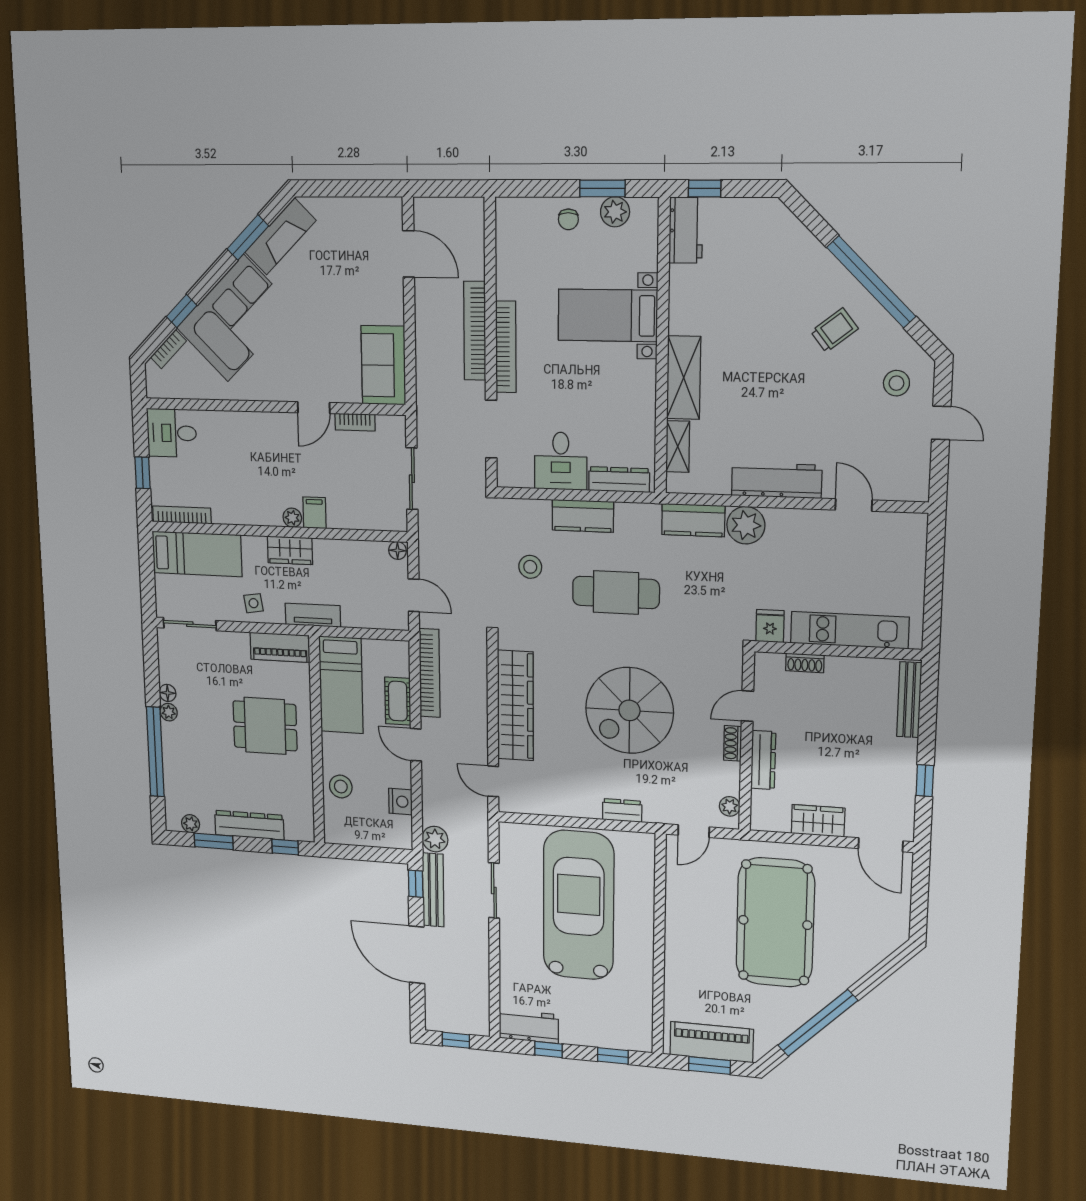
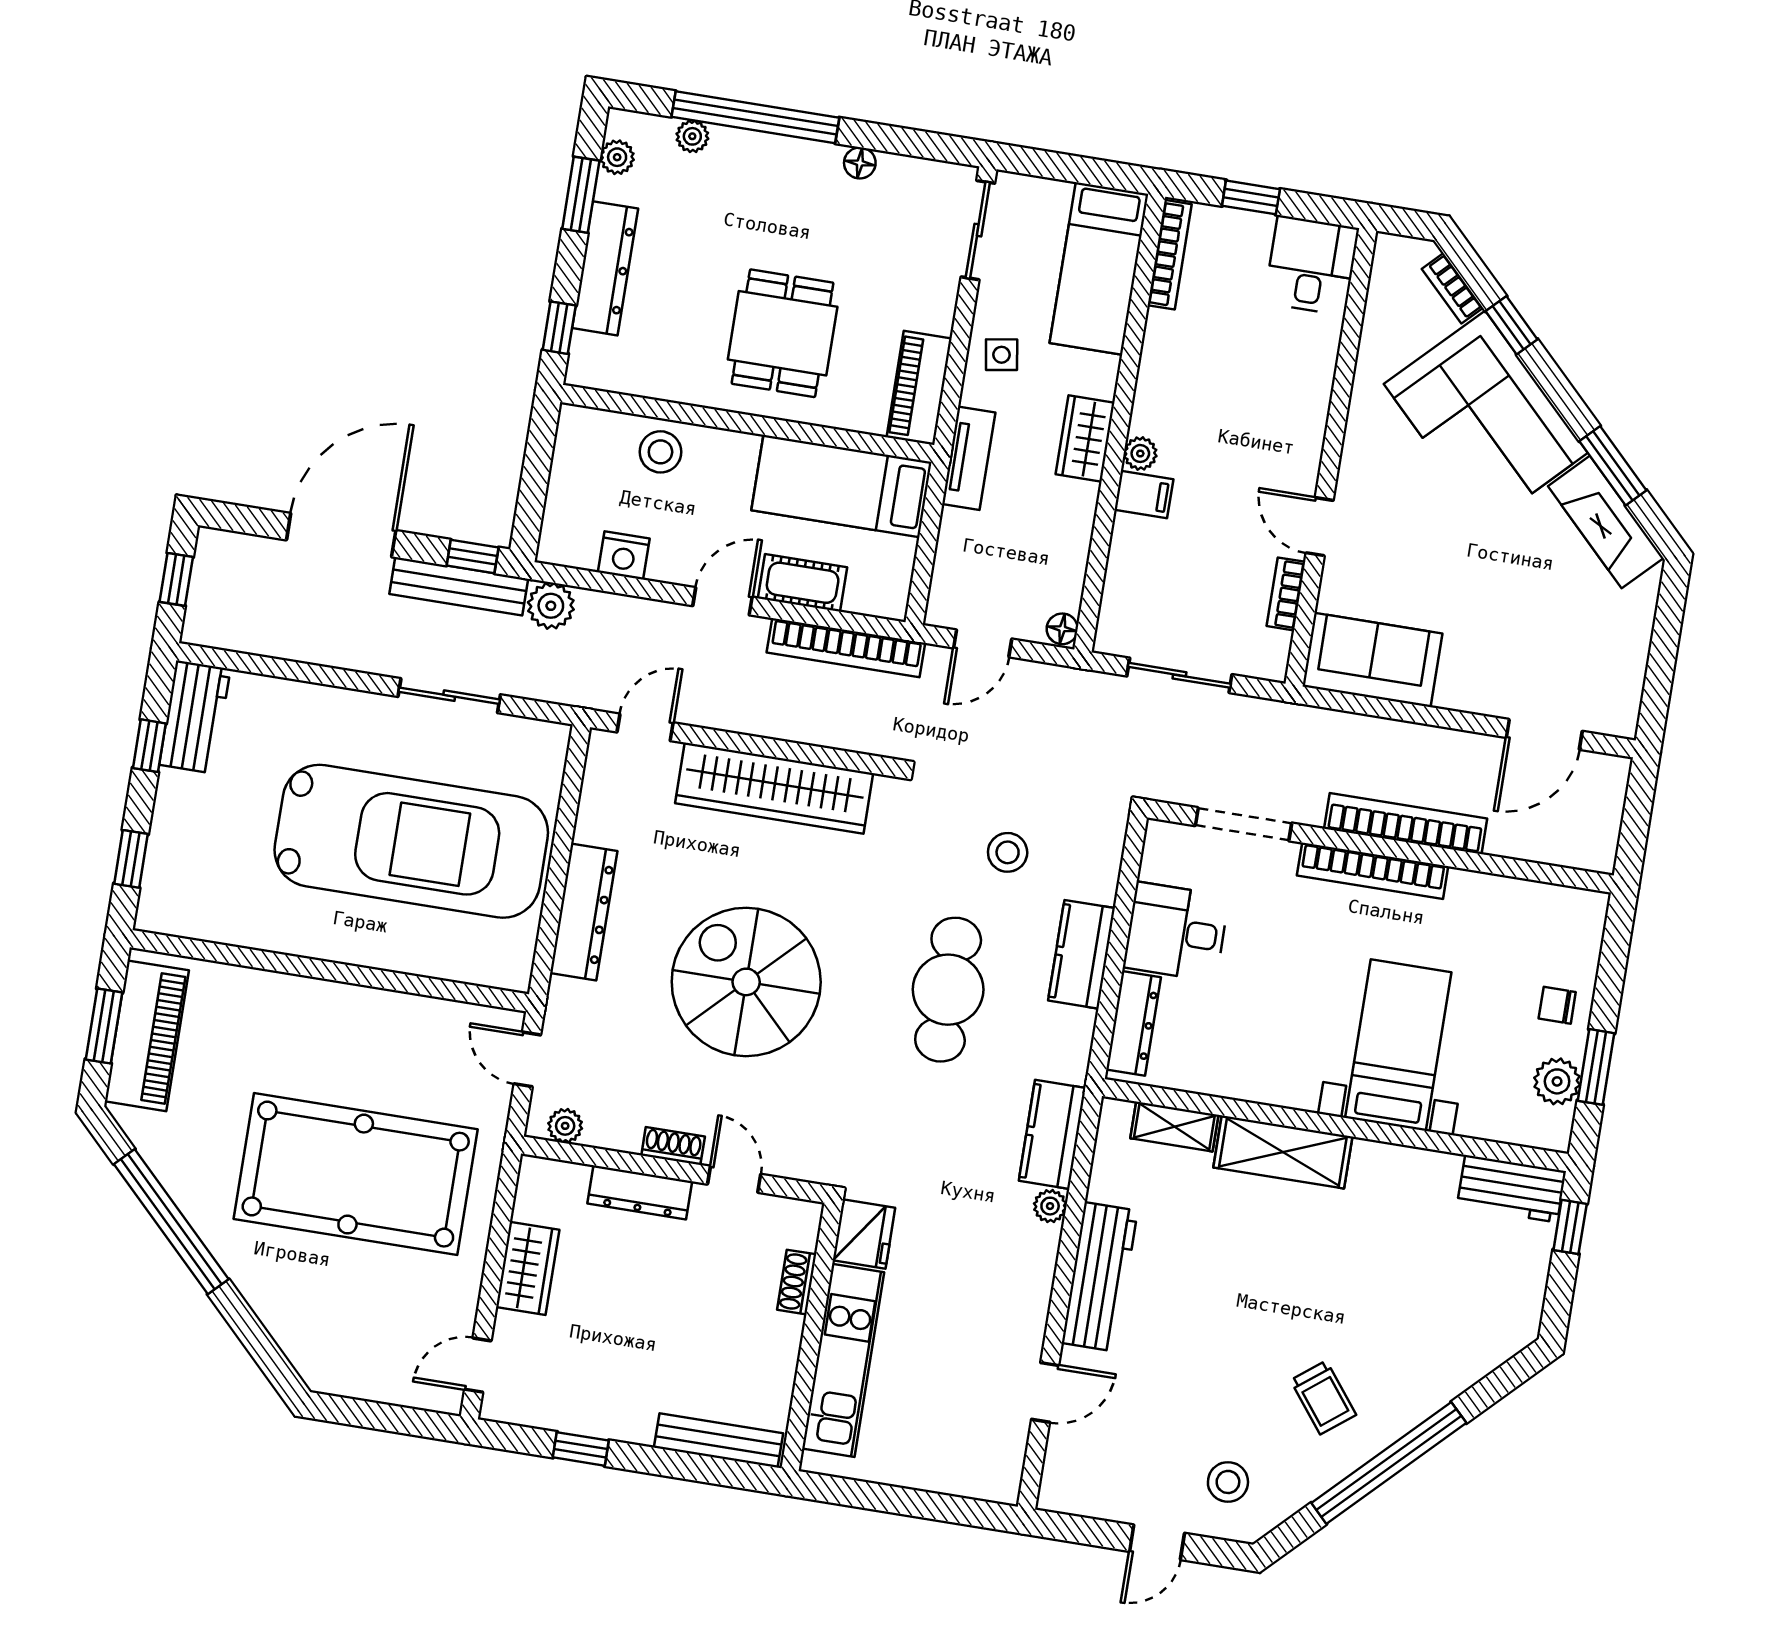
plant: (746, 525) -> (1050, 1206), width x0.53, depth x0.53
fridge: (770, 626) -> (864, 1234), width x1.38
plant: (169, 712) -> (692, 136), moved
dresser: (622, 810) -> (584, 912), width x1.96, depth x1.24
door: (881, 845) -> (478, 1365), width x0.73

